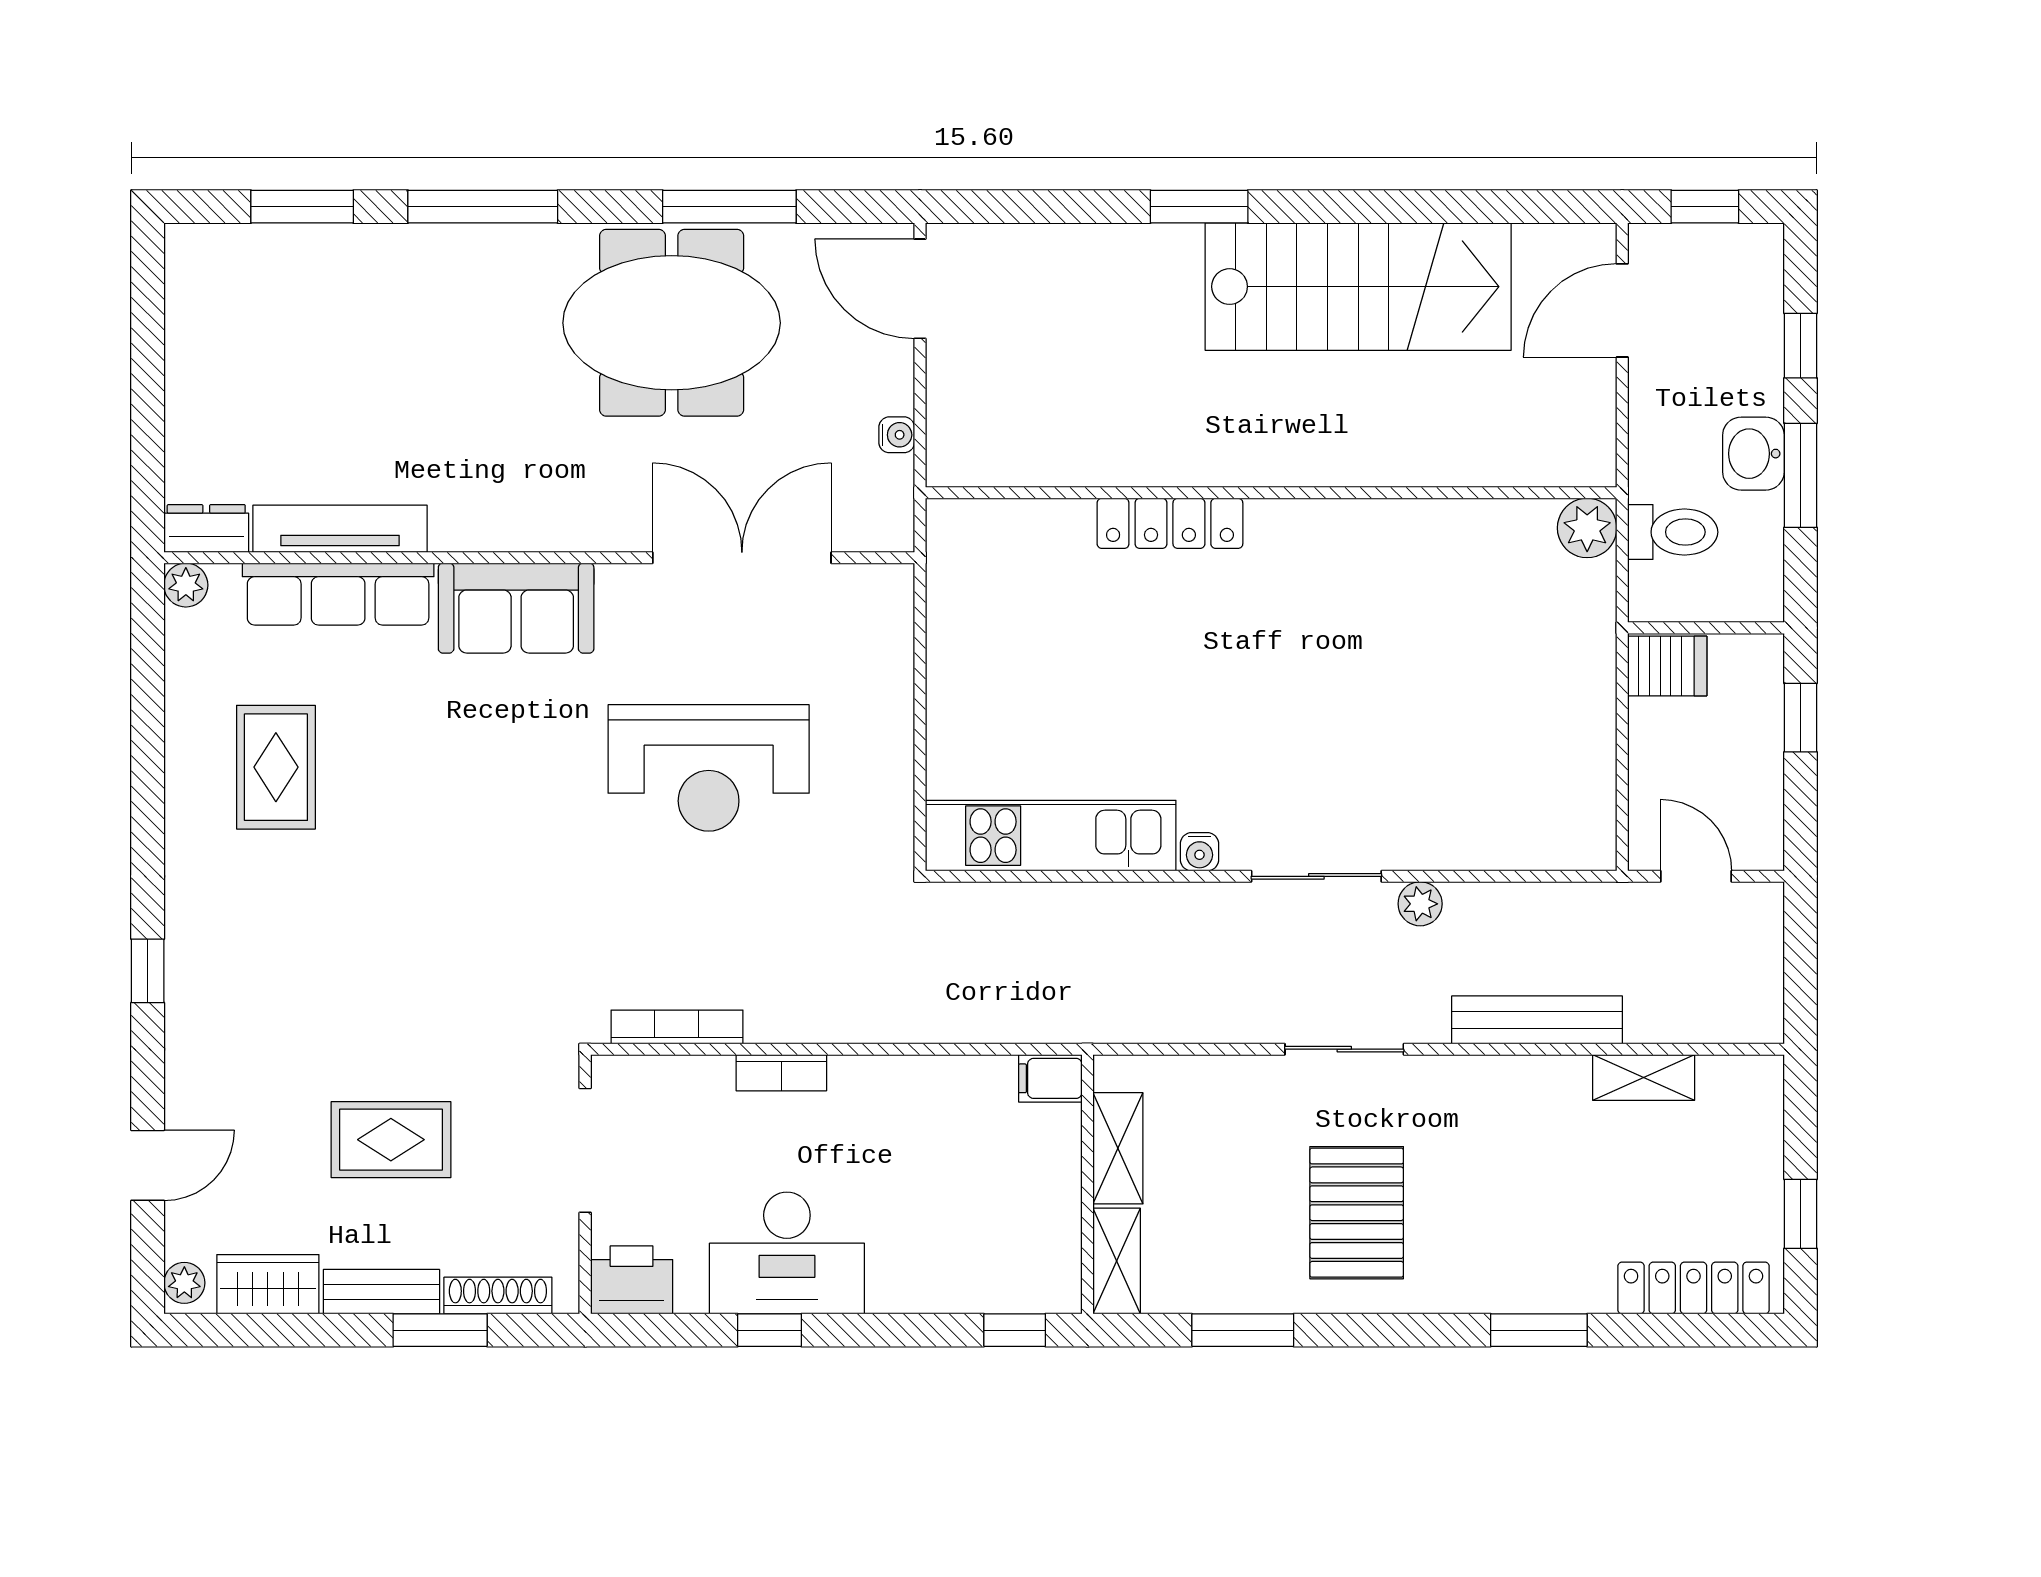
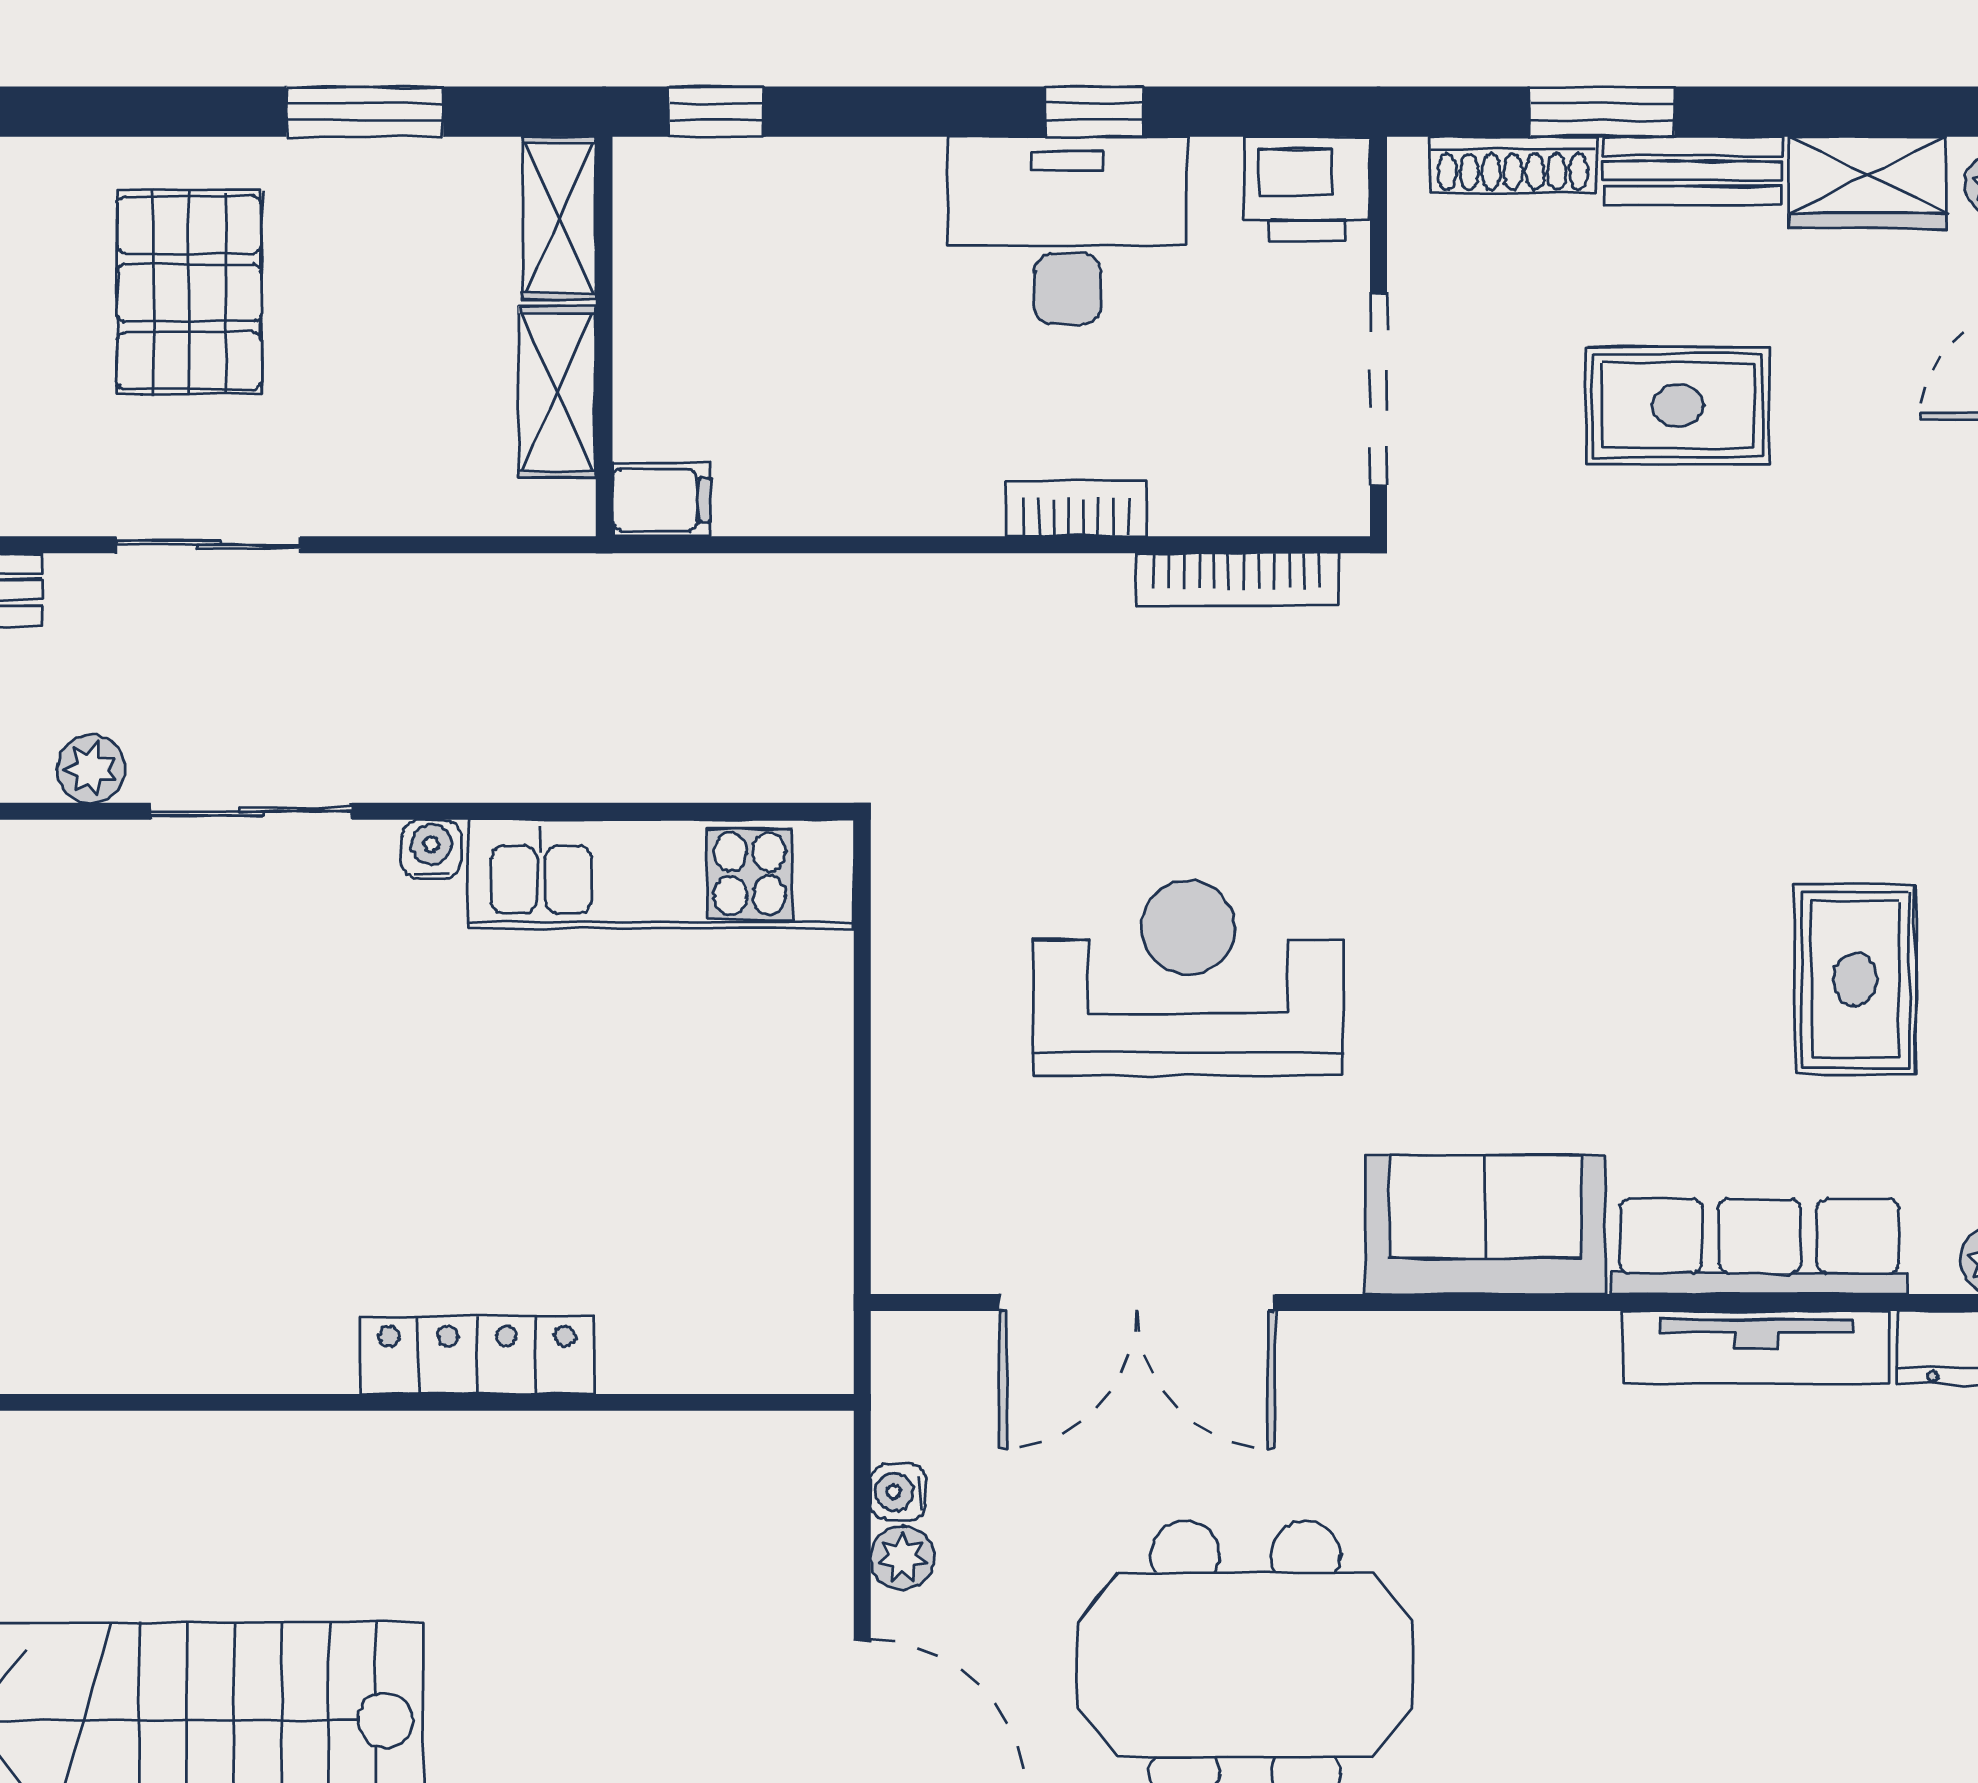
plant: (894, 392) -> (902, 1558), added

